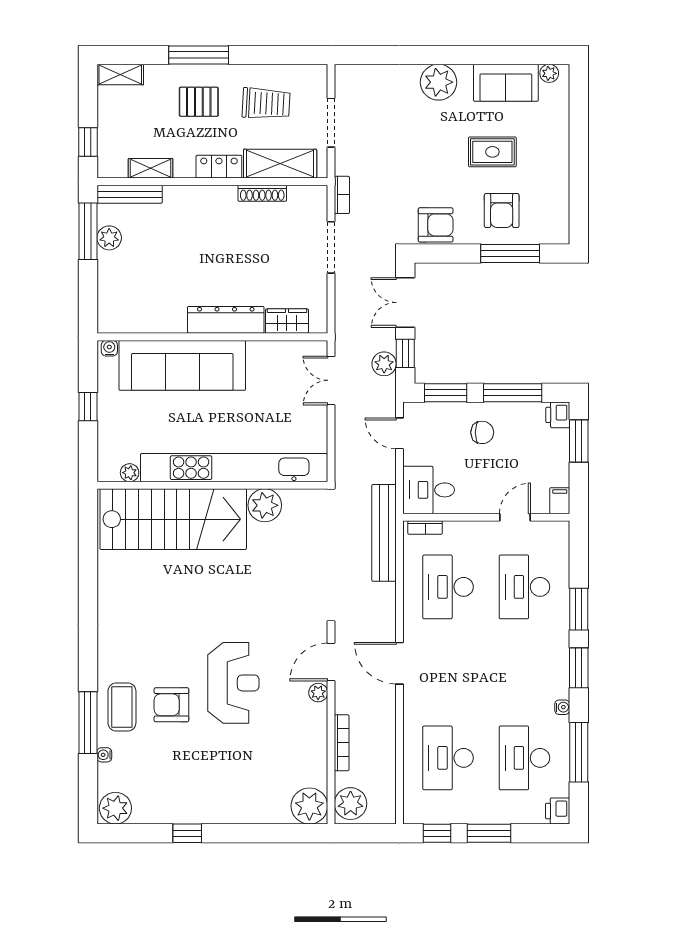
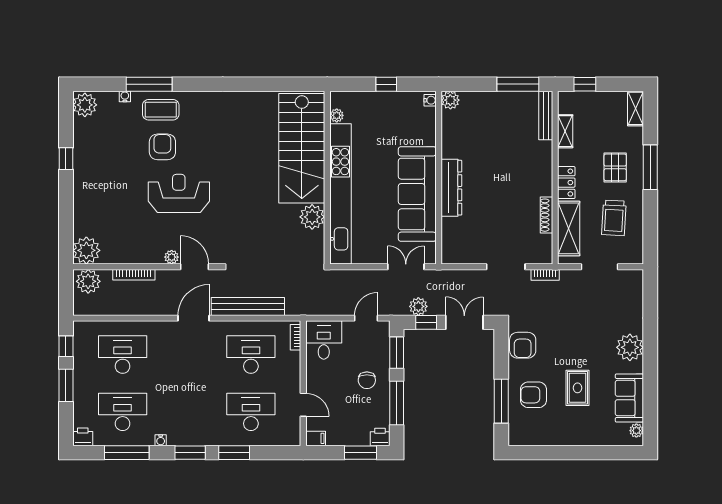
plant: (109, 238) -> (450, 100), moved
wardrobe: (287, 321) -> (450, 234), removed
sofa: (182, 365) -> (417, 194), moved
bench: (384, 533) -> (248, 306), moved
reception desk: (233, 683) -> (179, 193), turned 180

